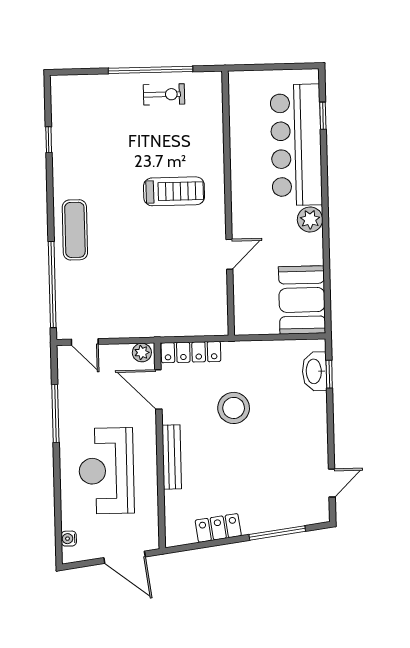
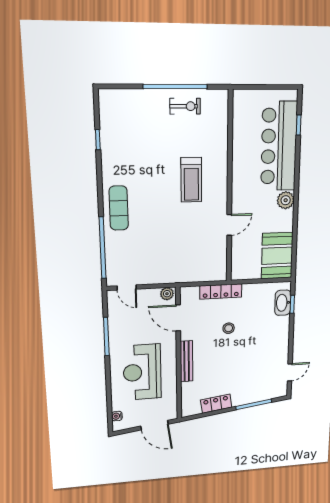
treadmill: (174, 191) -> (191, 180), turned 90
locker: (191, 352) -> (221, 291), moved
stool: (234, 408) -> (229, 328), width x0.53, depth x0.53

